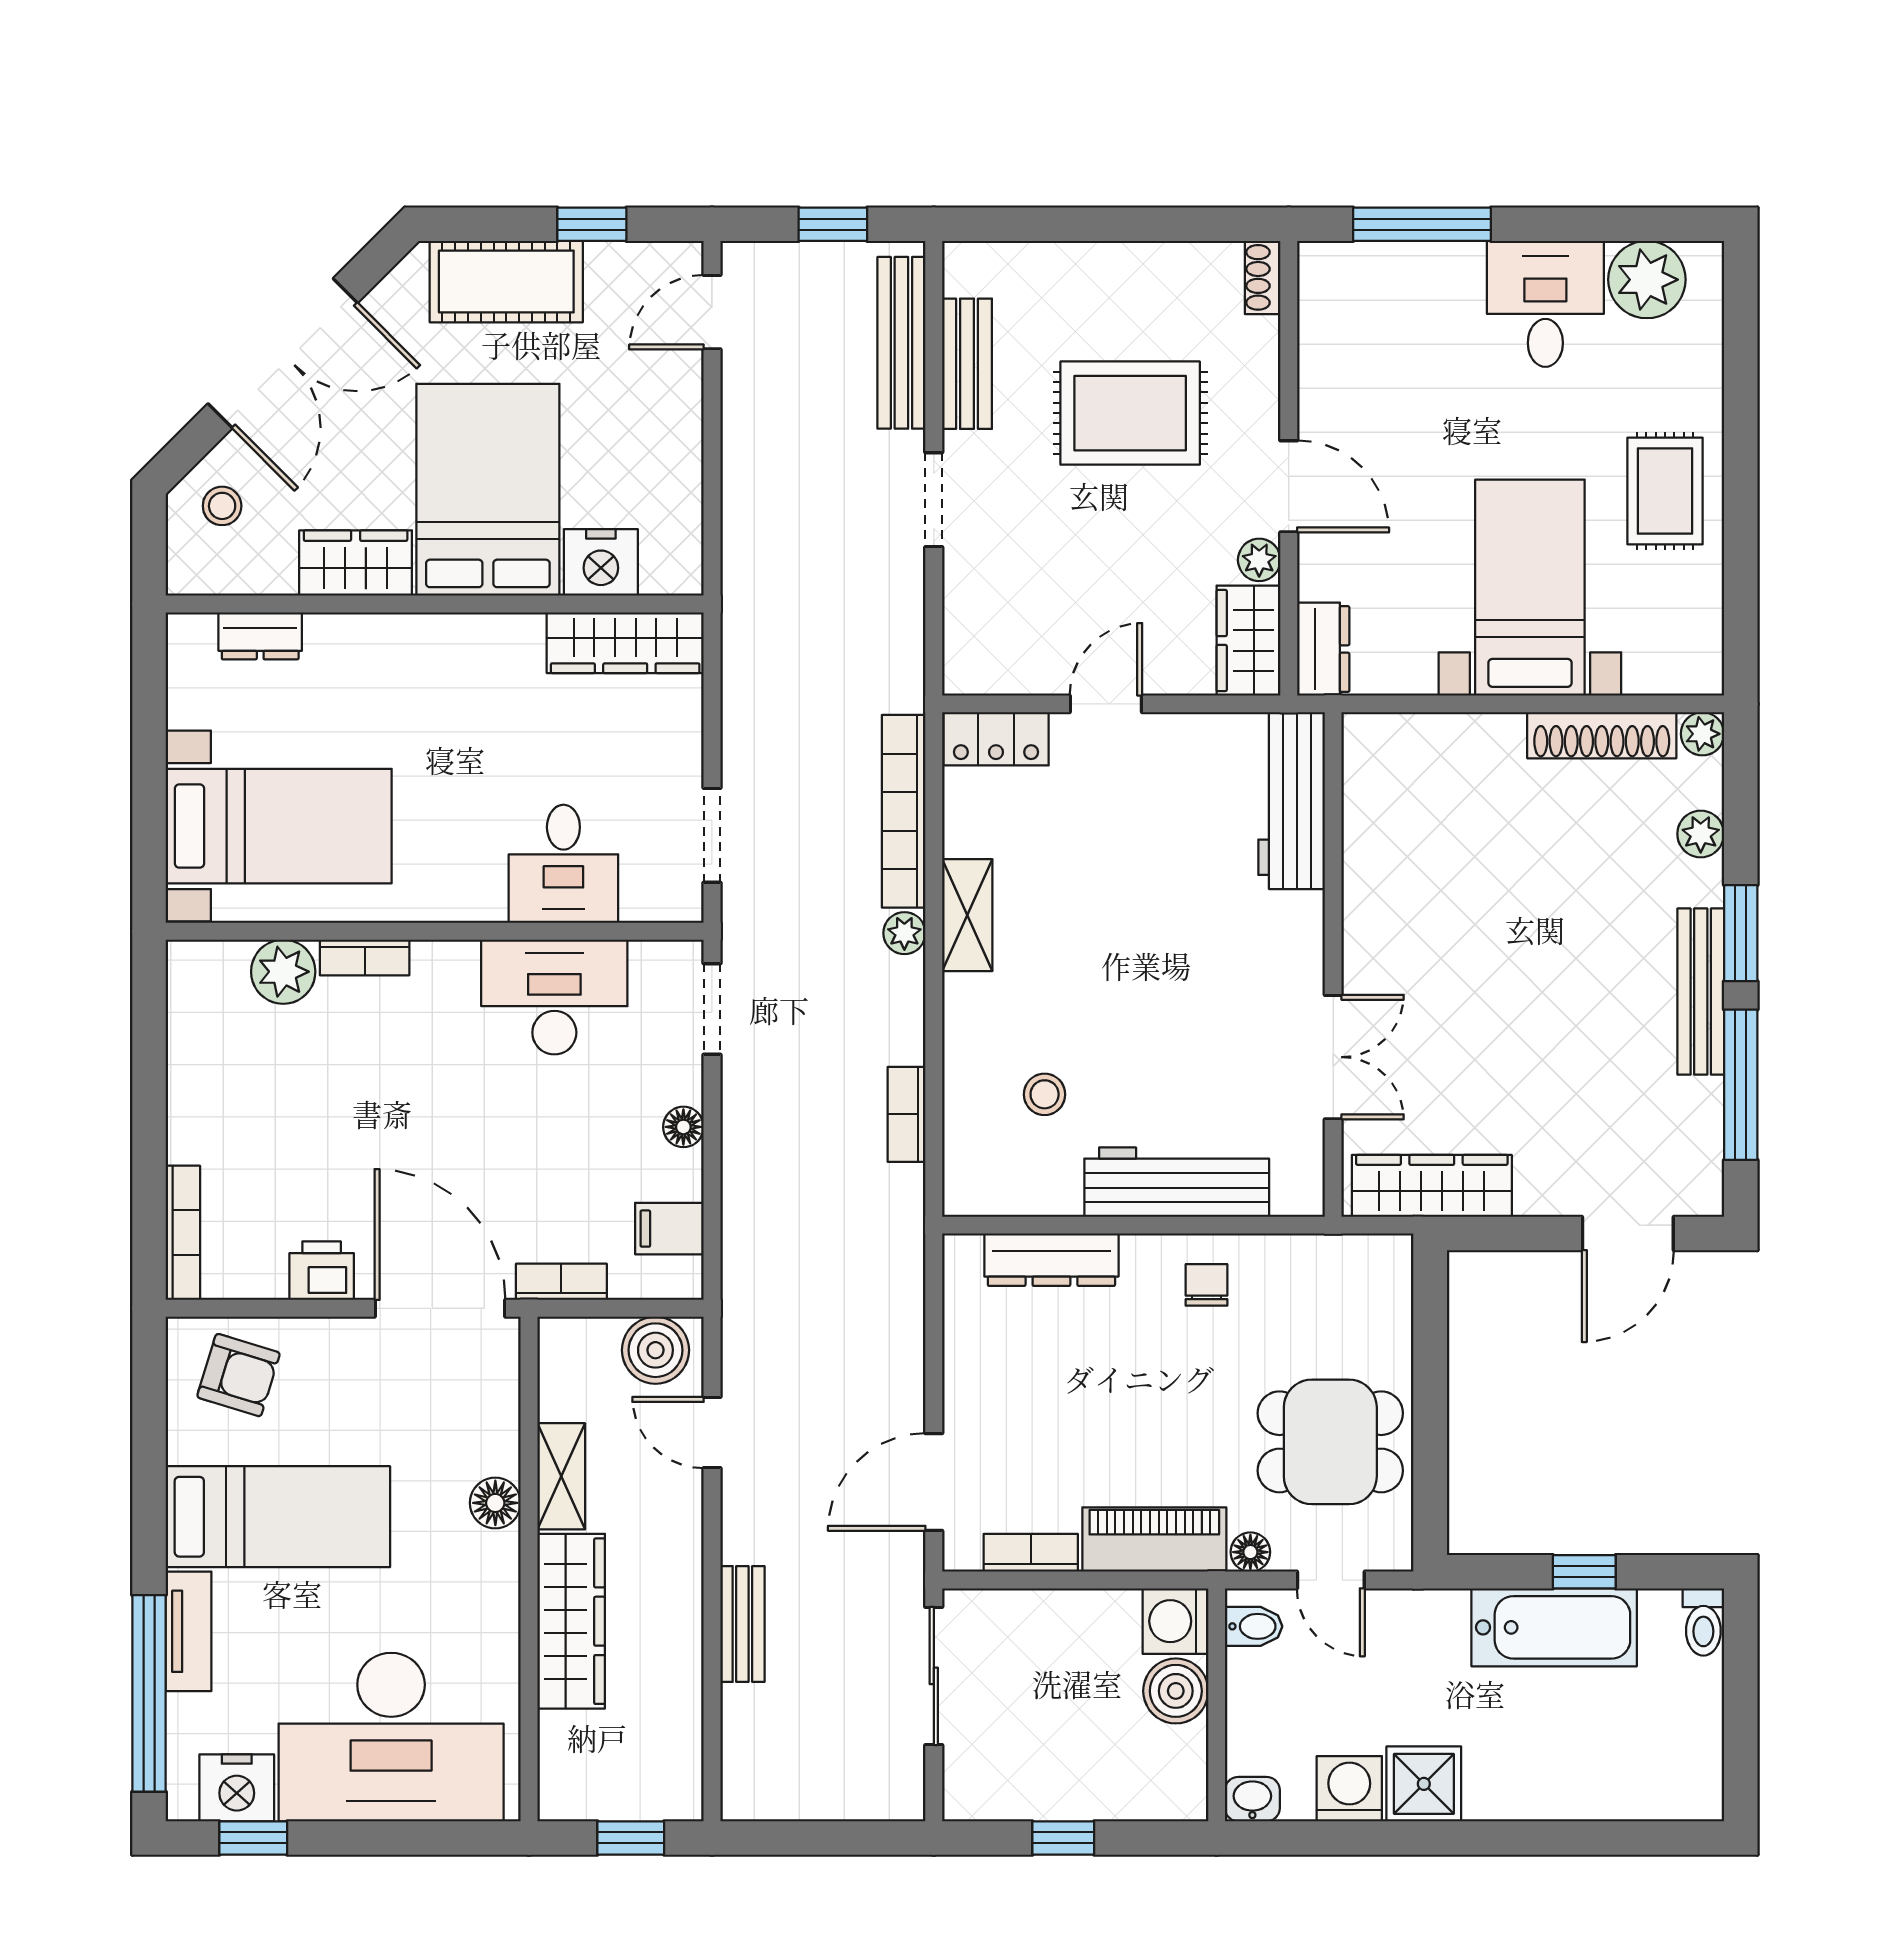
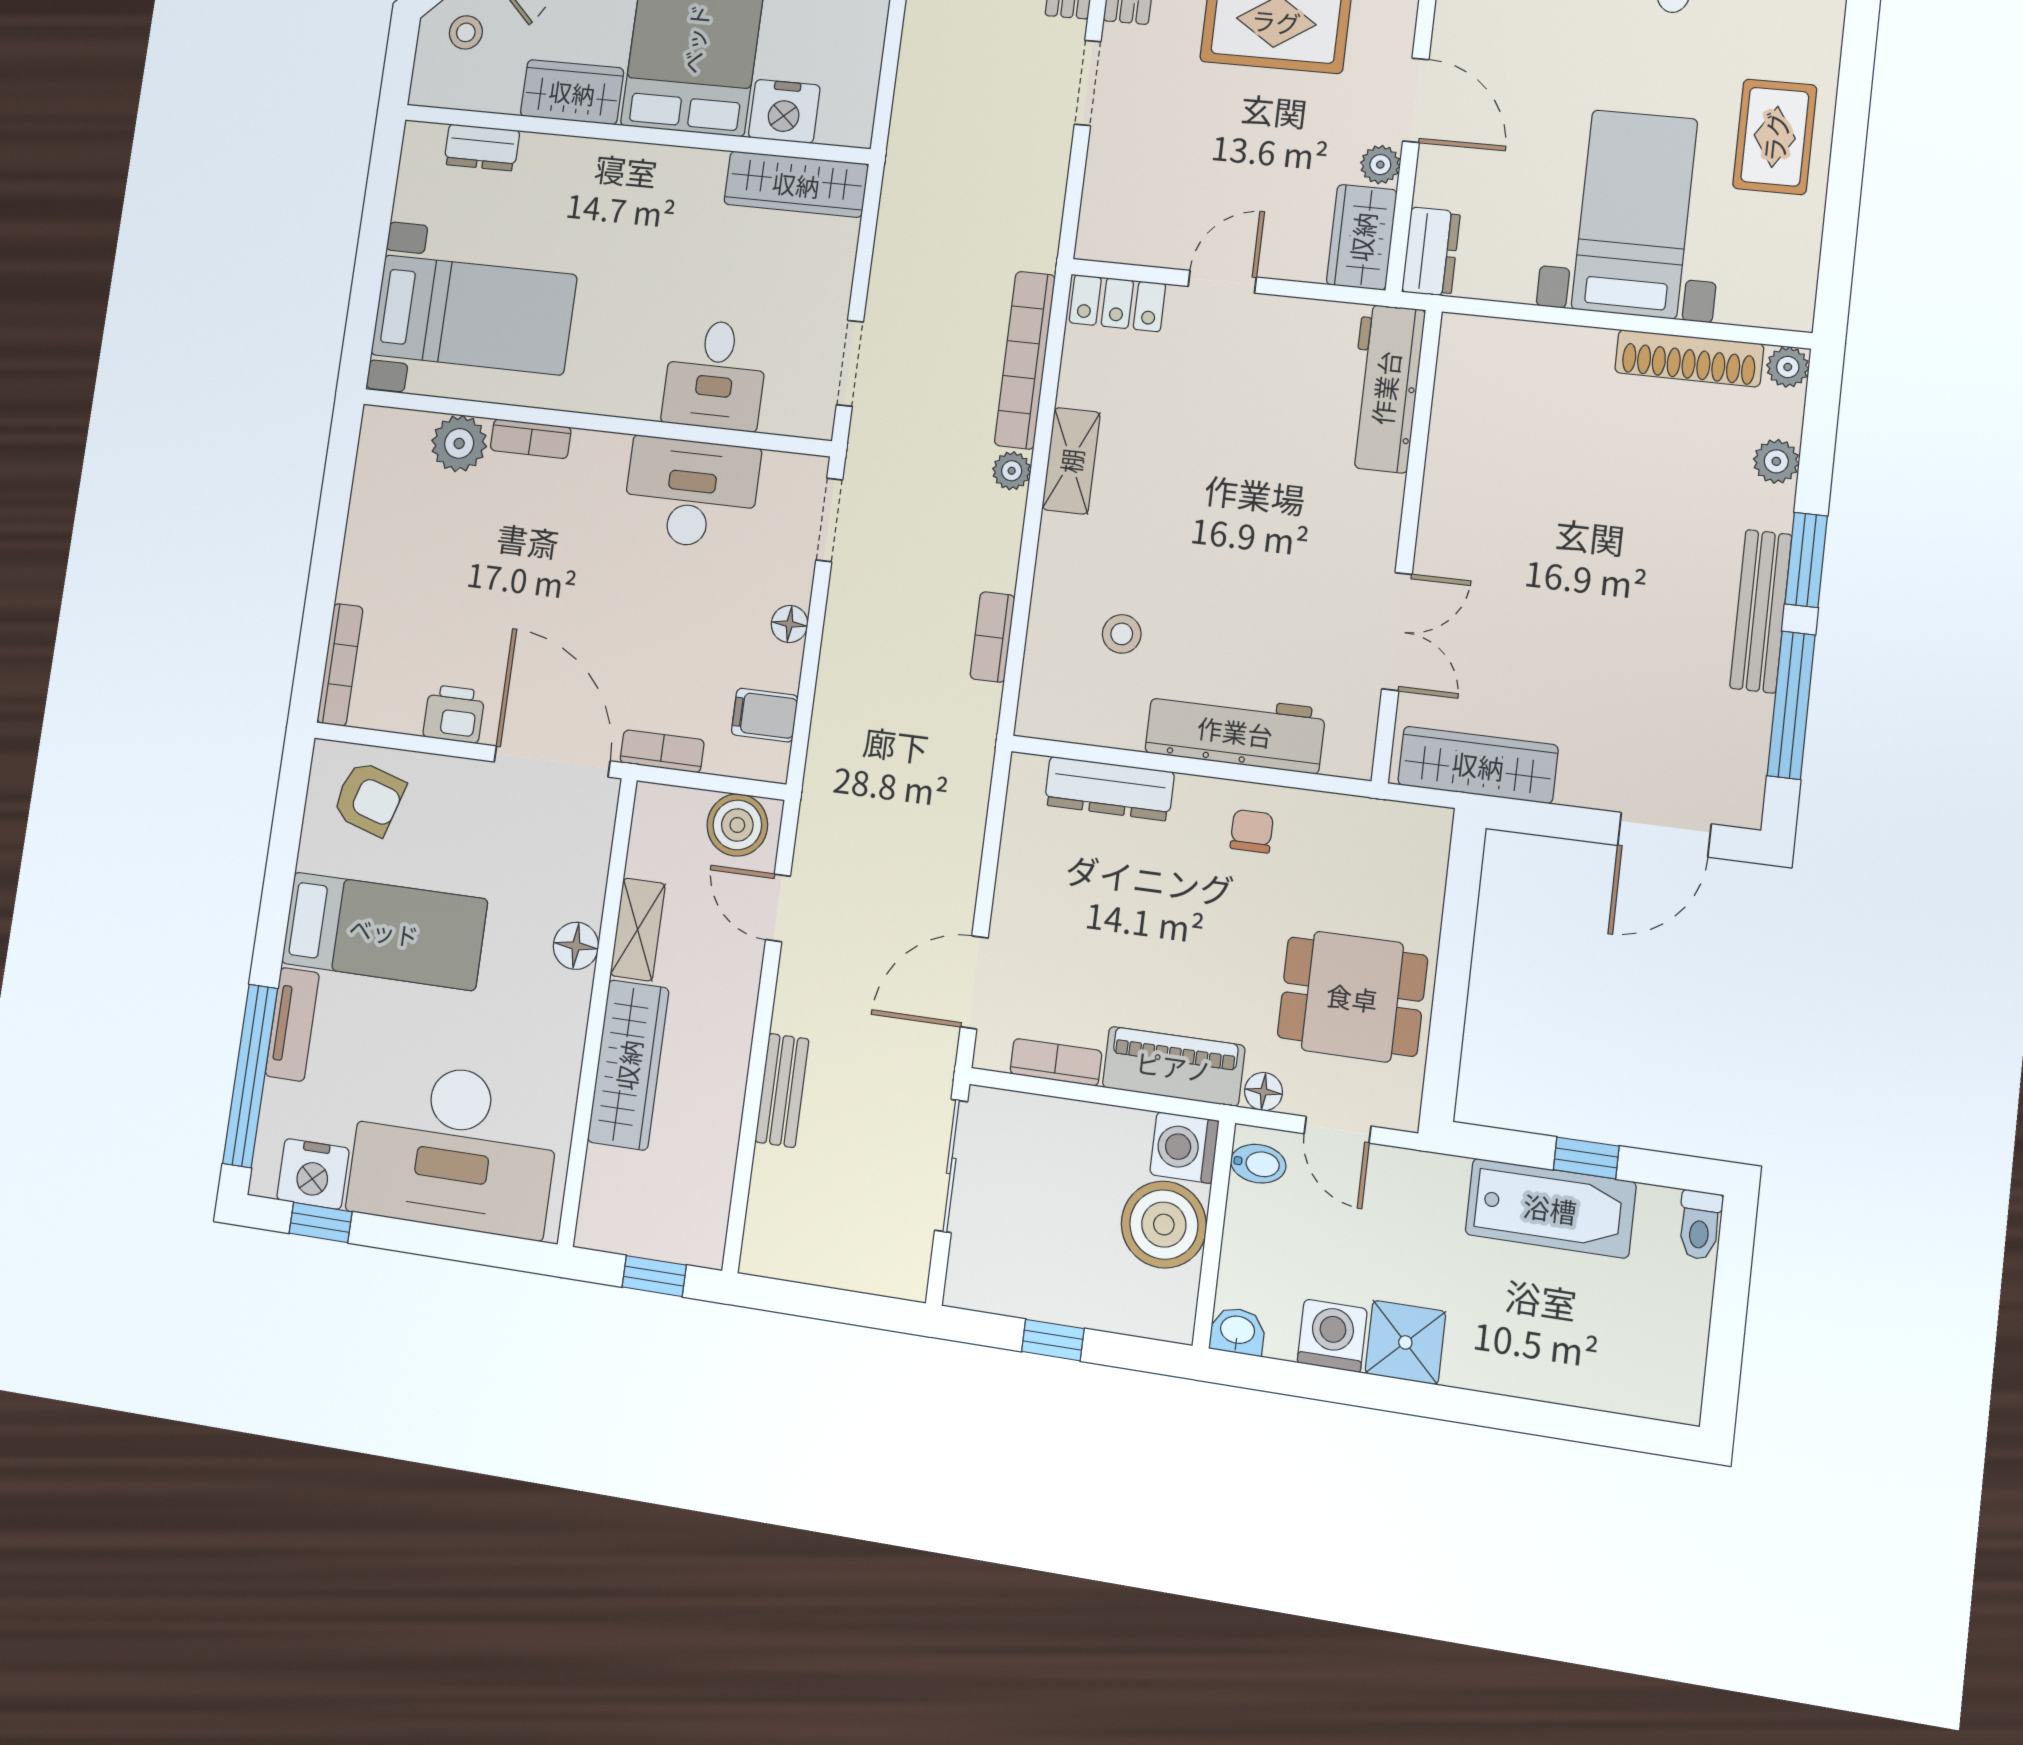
boiler: (1176, 1691) -> (1164, 1225), width x1.37, depth x1.37

